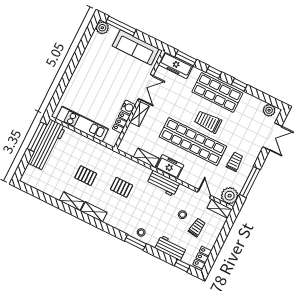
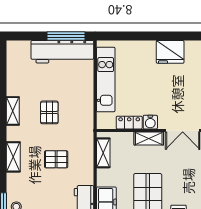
fridge: (85, 68) -> (170, 52), added
shelving: (146, 158) -> (103, 153), moved
pallet: (121, 187) -> (56, 159), turned 90
shelving: (94, 212) -> (13, 157), moved

